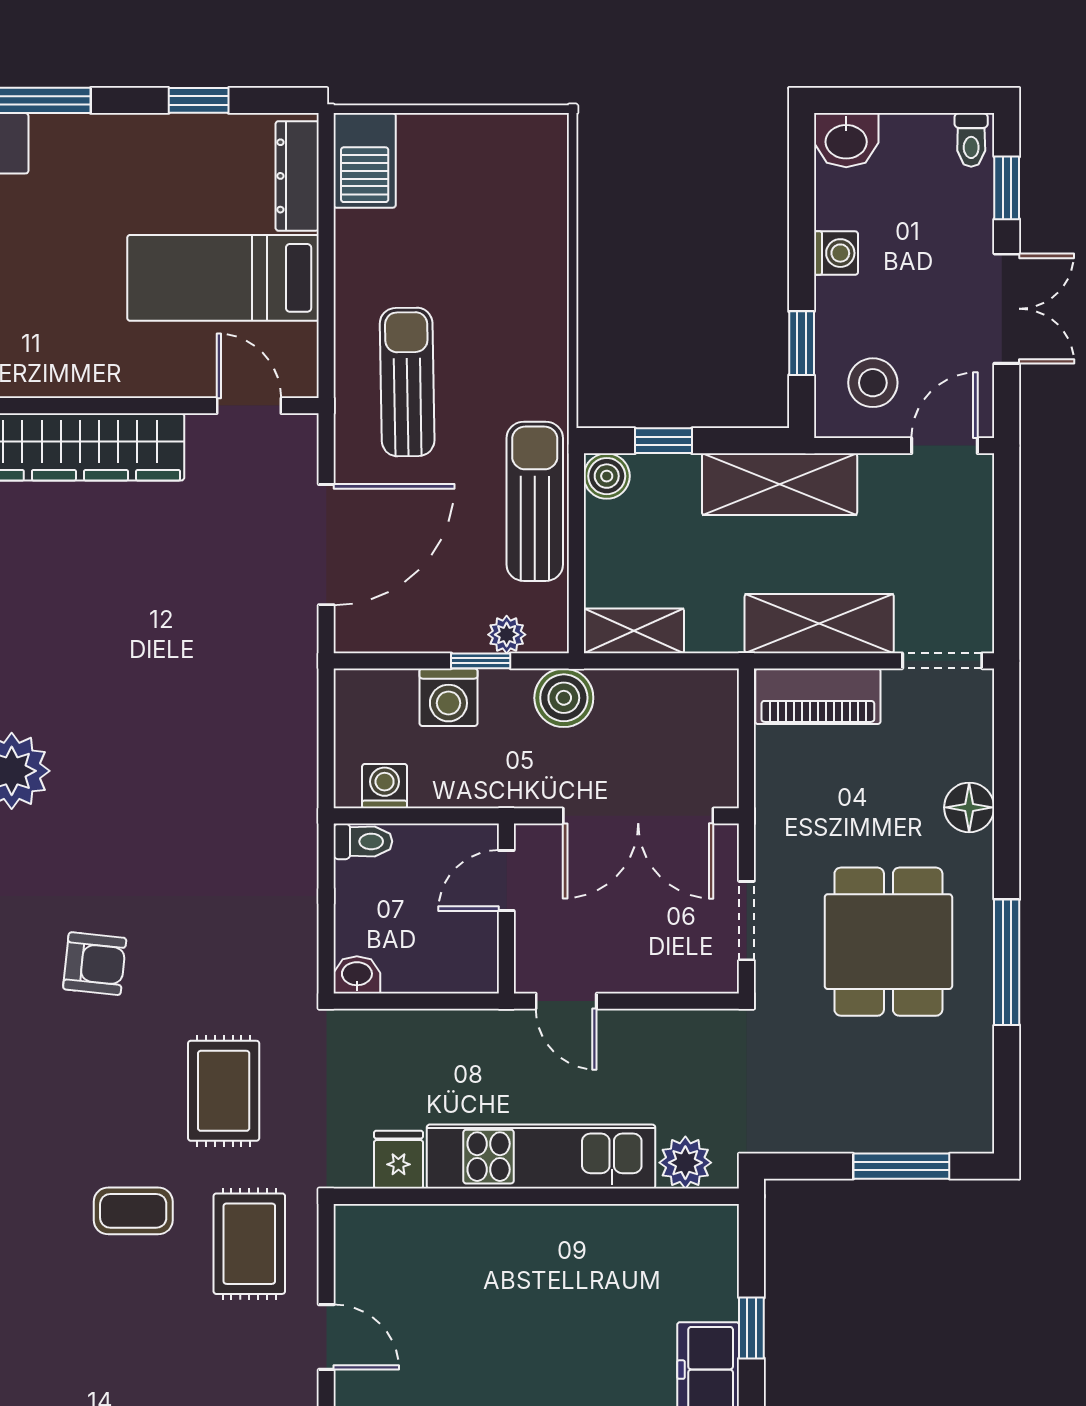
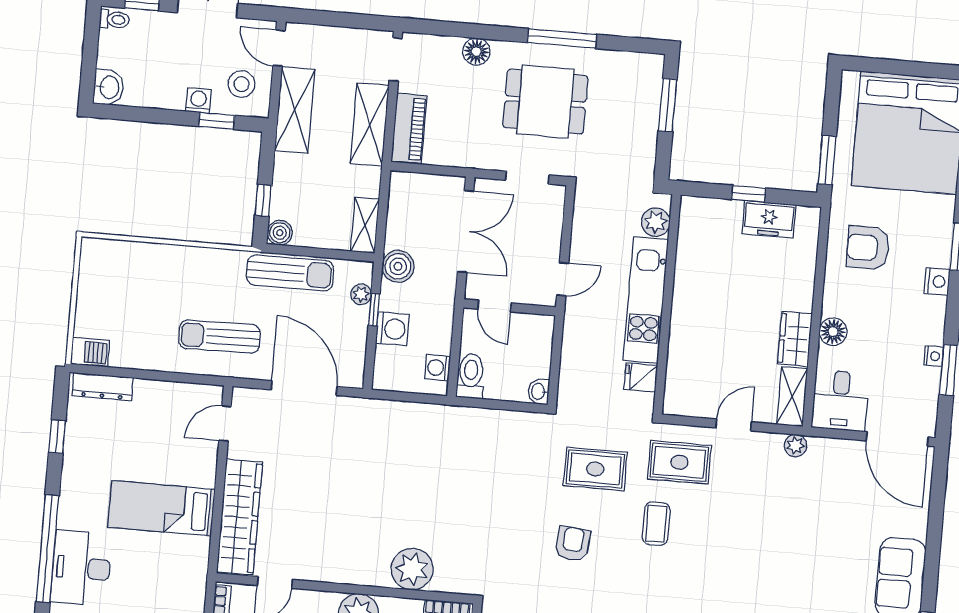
barbecue: (365, 160) -> (90, 352), width x0.73, depth x0.79
washing machine: (836, 253) -> (198, 101), moved
bed: (223, 278) -> (161, 508), moved, turned 90
shelving: (780, 484) -> (295, 110), moved
sun lounger: (535, 501) -> (290, 273), turned 180
toilet: (363, 841) -> (471, 376), width x1.37, depth x1.39
armchair: (95, 964) -> (573, 544), moved

